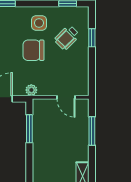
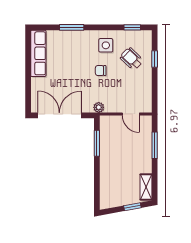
wheelchair: (67, 38) -> (132, 59), turned 89
chair: (33, 50) -> (101, 71), width x0.54, depth x0.54

